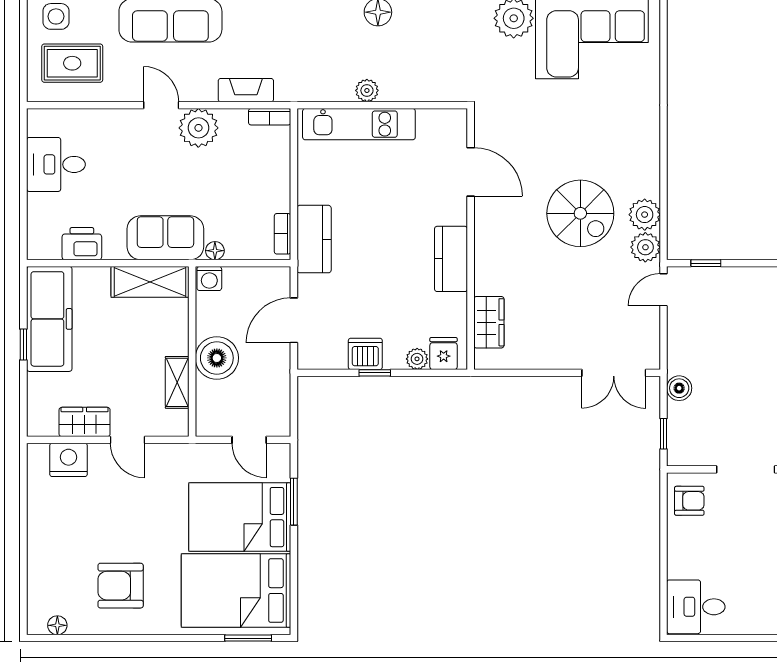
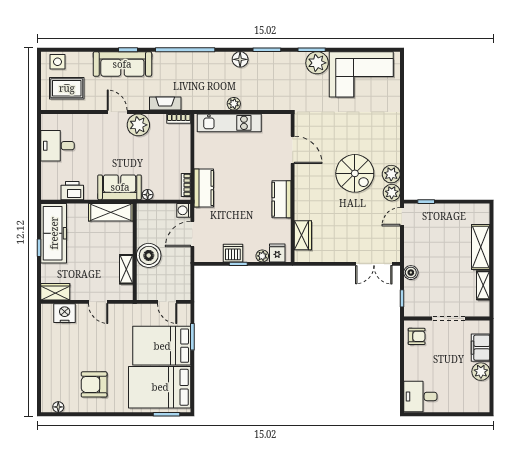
washing machine: (209, 279) -> (184, 210), moved, turned 90
wardrobe: (85, 422) -> (55, 292), moved

